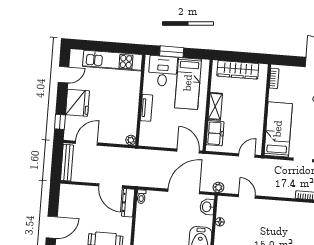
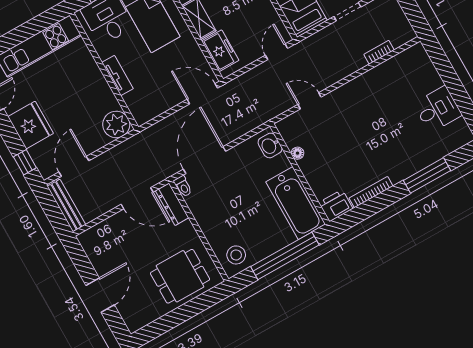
plant: (131, 140) -> (116, 124), width x1.88, depth x1.88
plant: (218, 187) -> (268, 113), removed
door: (184, 191) -> (204, 160), moved

